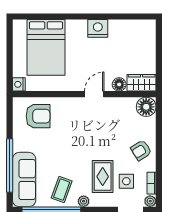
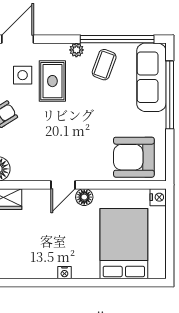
nightstand: (98, 28) -> (64, 273), width x0.53, depth x0.56
floor lamp: (119, 84) -> (84, 197), moved
armchair: (38, 116) -> (134, 157), width x1.36, depth x1.36

